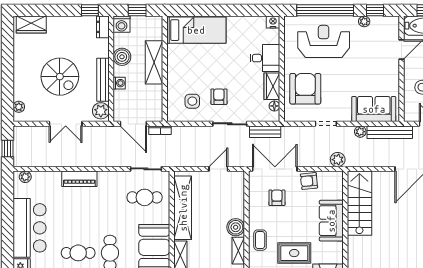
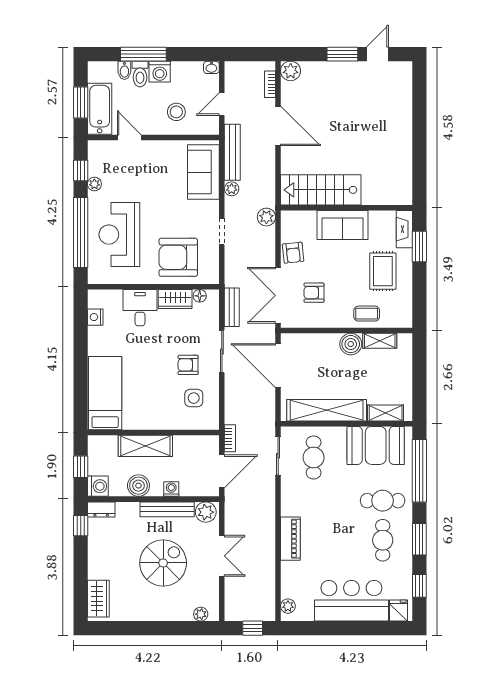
nightstand: (273, 22) -> (95, 317), moved
door: (218, 169) -> (278, 366), width x1.87

